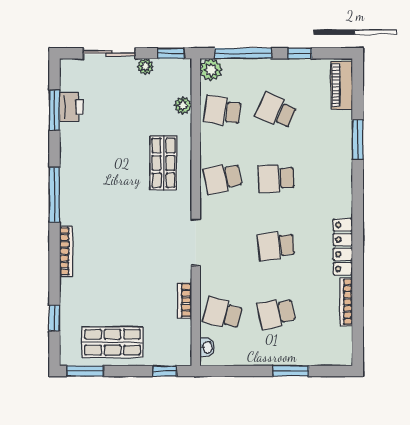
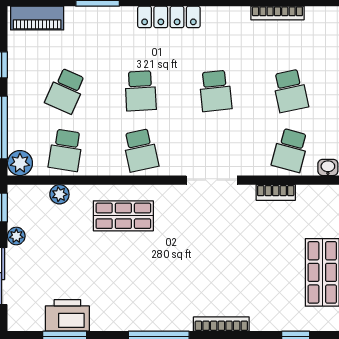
printer: (71, 107) -> (67, 315), width x1.37, depth x1.19
locker: (343, 247) -> (169, 17), moved

